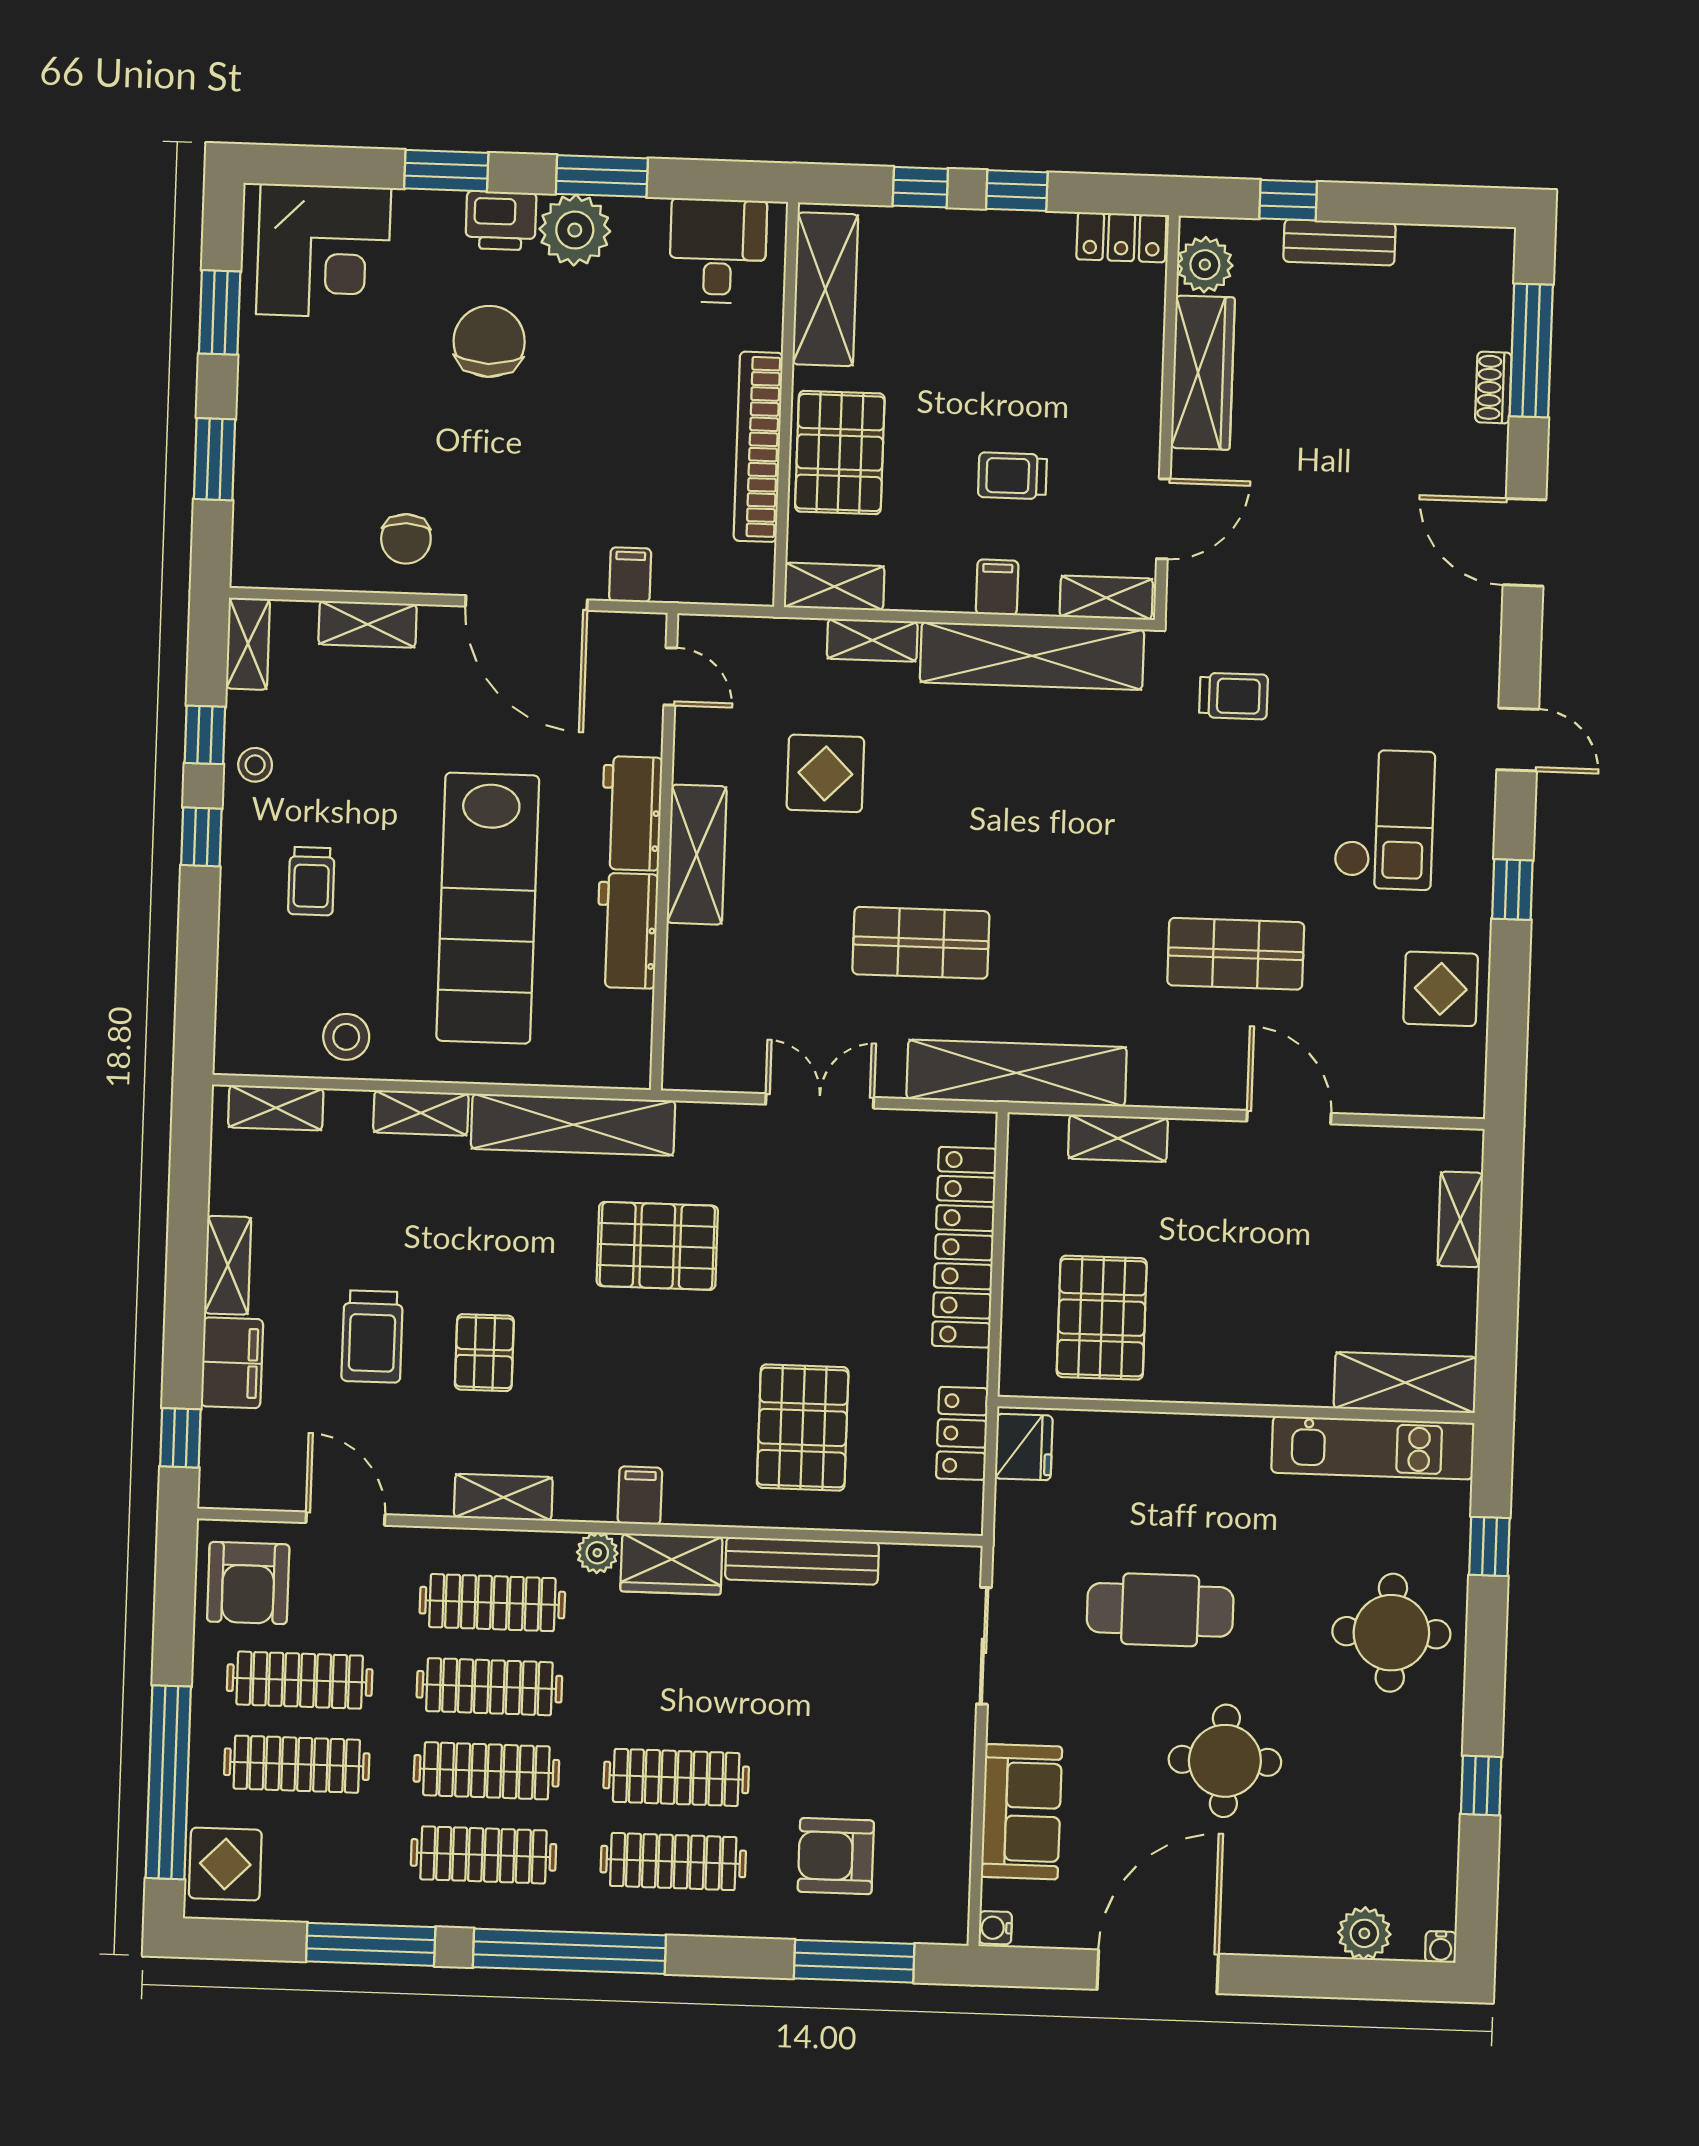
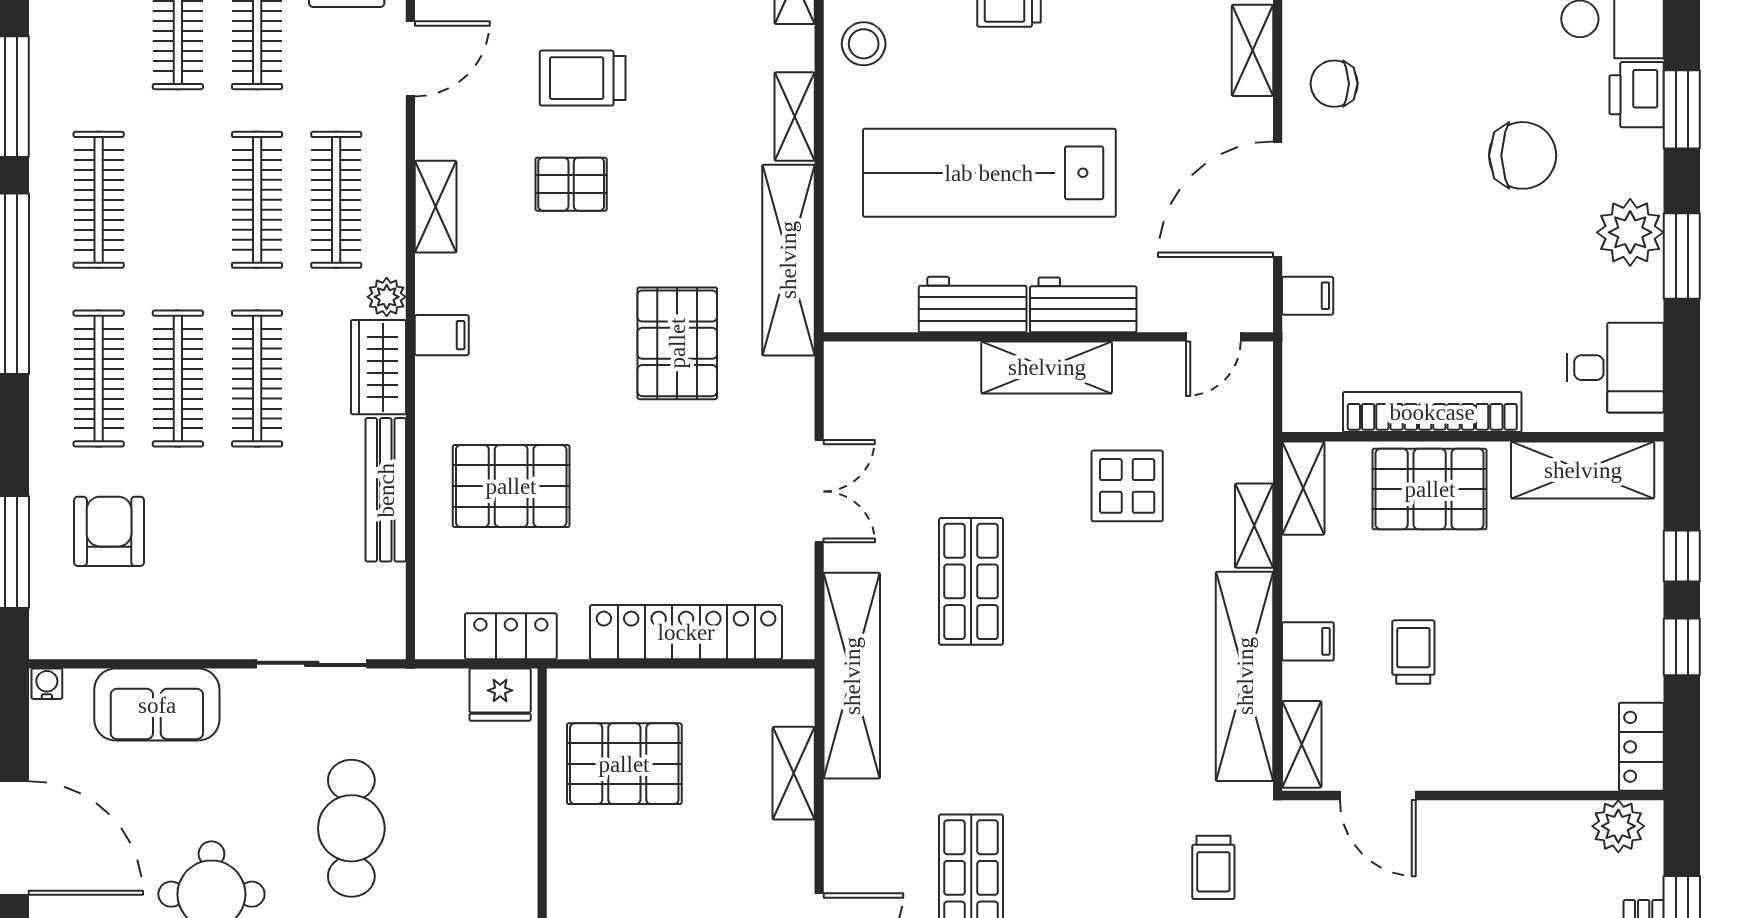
printer: (501, 221) -> (1637, 95), moved
wardrobe: (1203, 373) -> (1517, 828), removed
clothes rail: (486, 1771) -> (257, 379), moved

